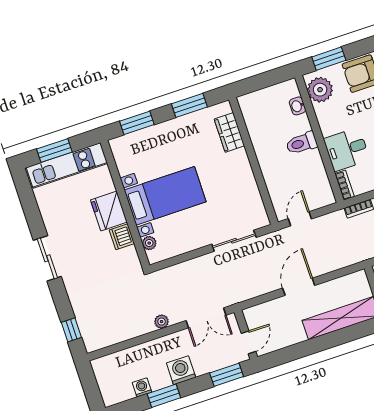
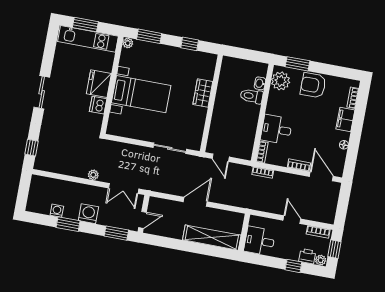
window: (189, 105) -> (190, 44), width x0.67
wardrobe: (229, 132) -> (203, 93), moved
toilet: (302, 143) -> (252, 96), moved
door: (300, 219) -> (221, 158), swing flipped
plant: (149, 243) -> (128, 43), moved

